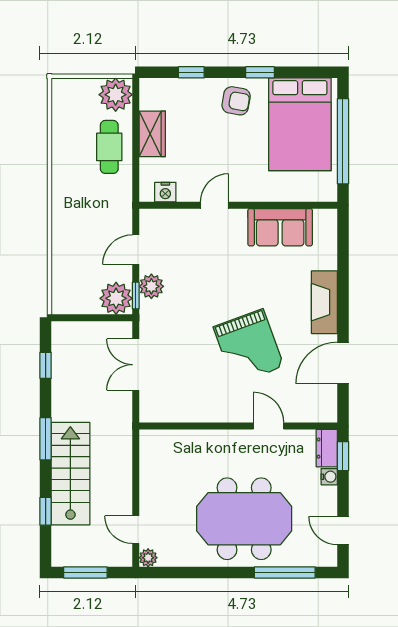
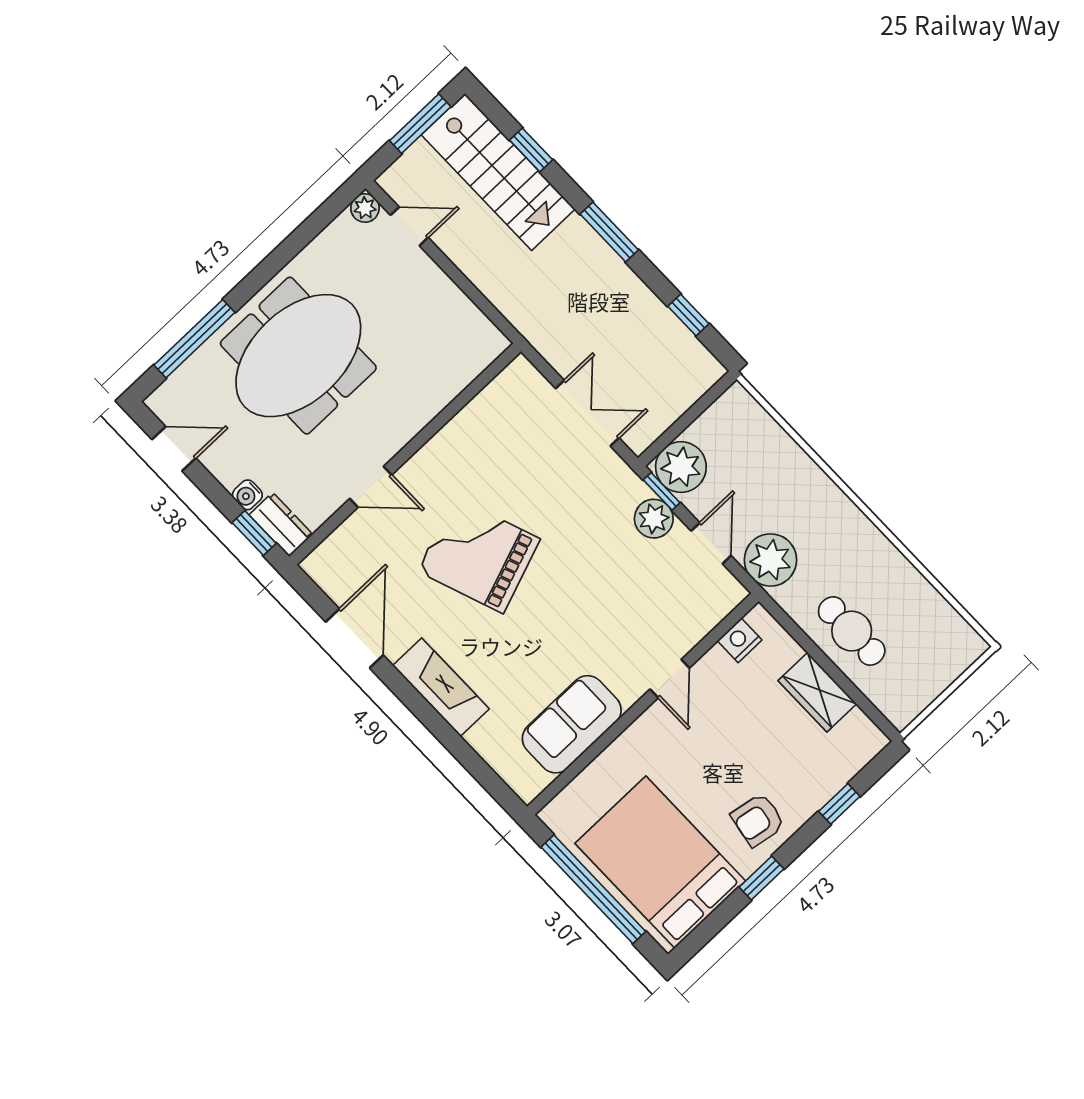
plant: (116, 95) -> (770, 560), moved
stairs: (70, 474) -> (498, 172), moved

